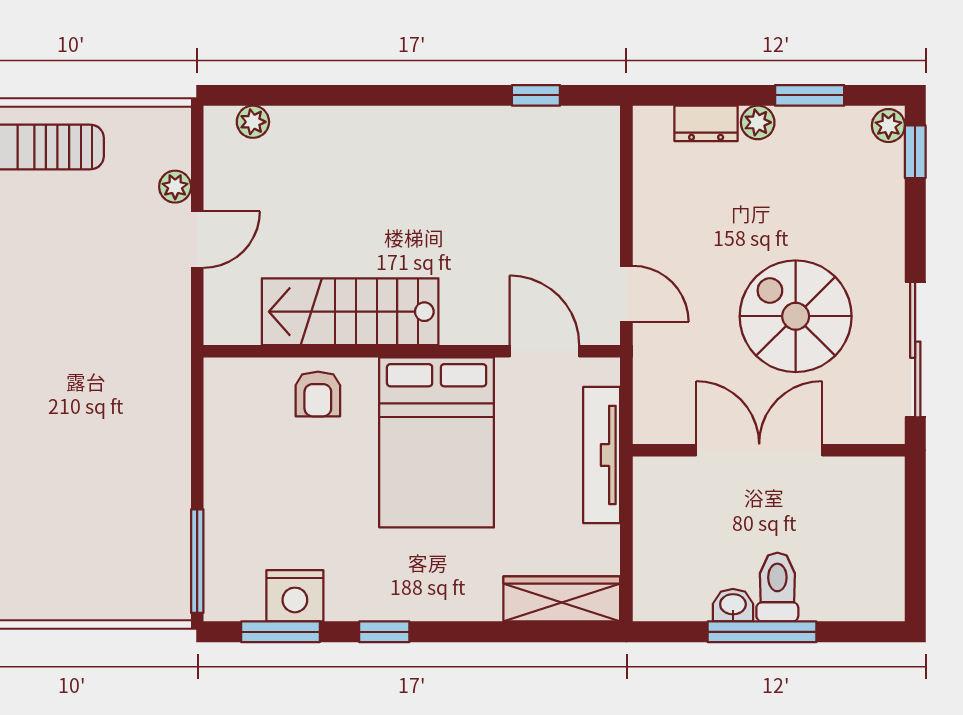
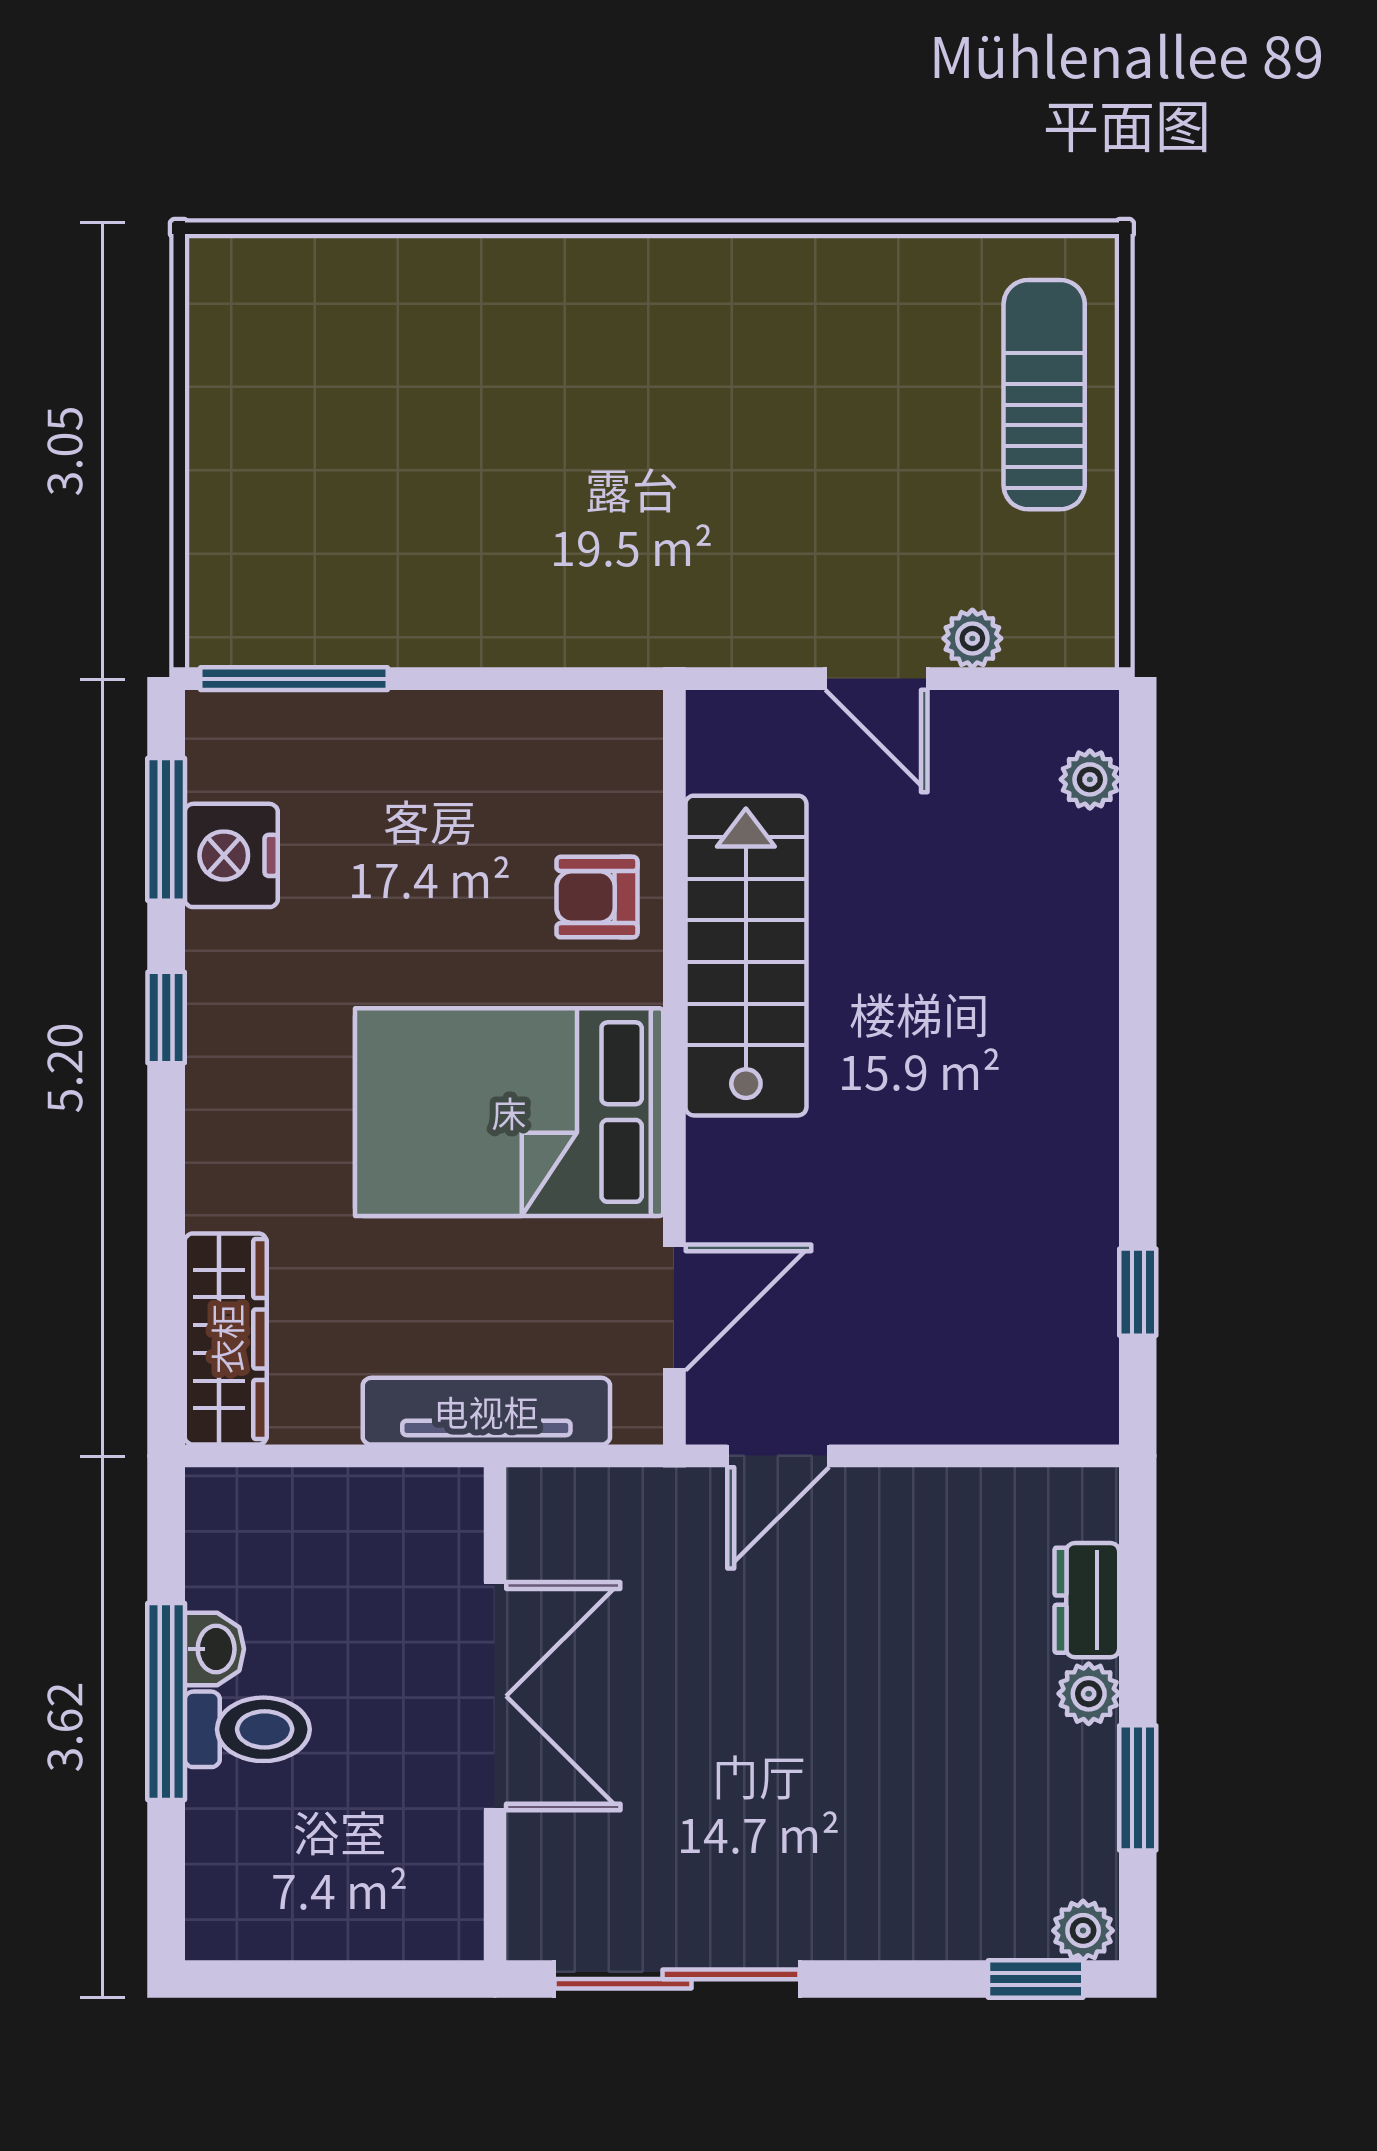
spiral stairs: (796, 316) -> (738, 1762), removed

